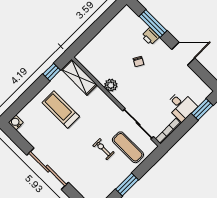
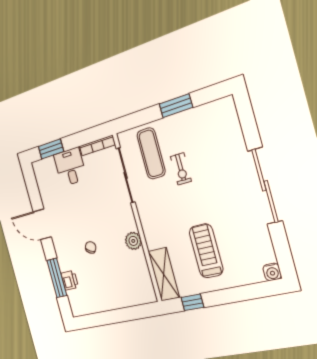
printer: (150, 36) -> (70, 280), moved
treadmill: (61, 109) -> (206, 251), turned 180

